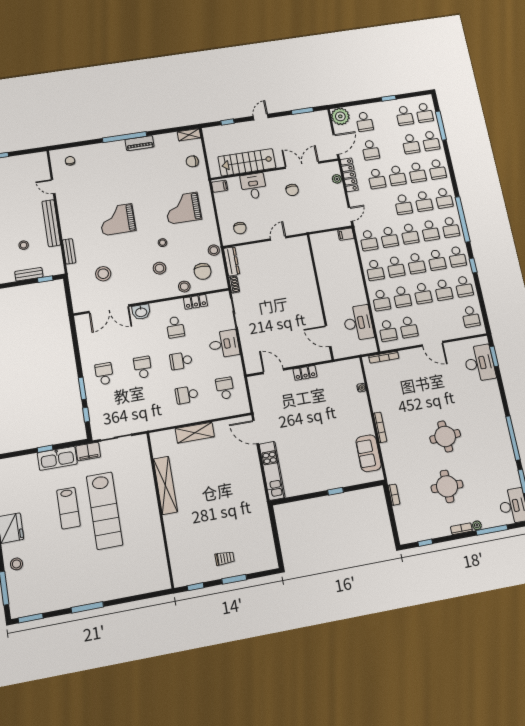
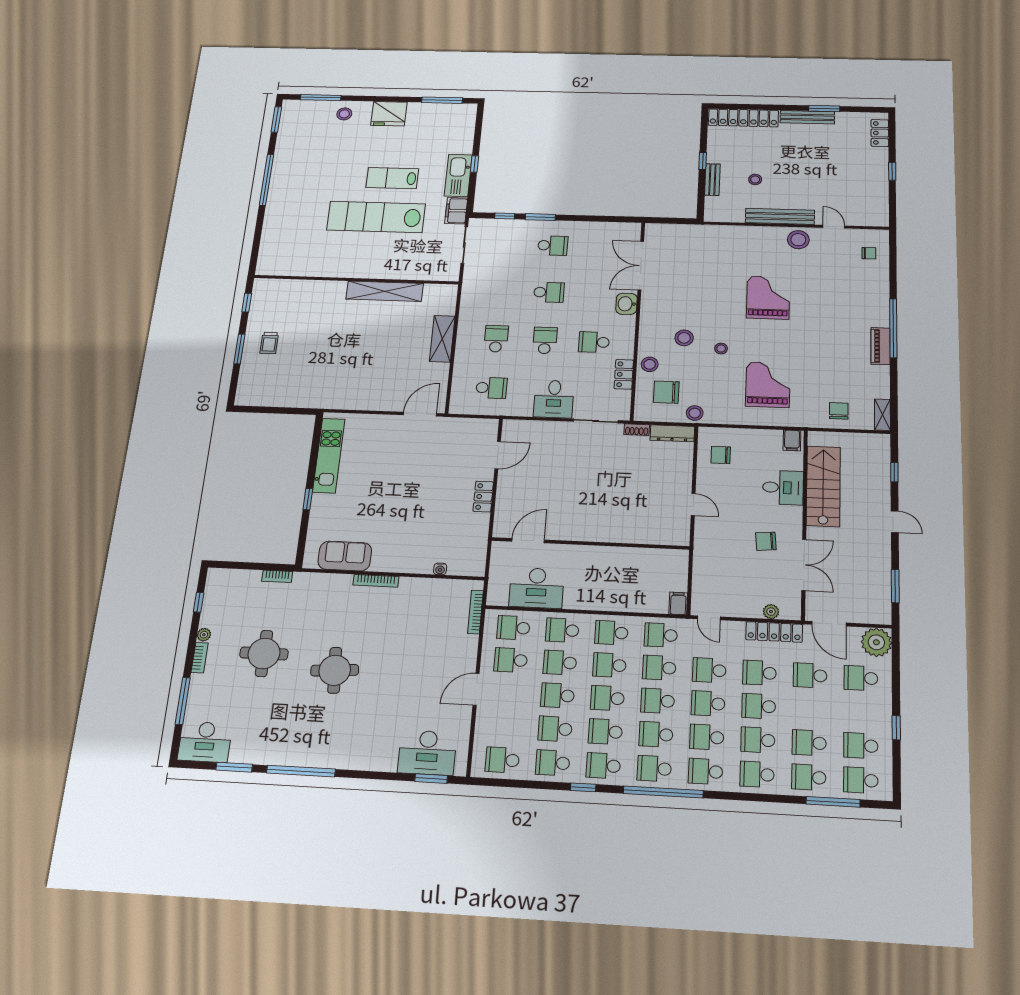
door: (53, 186) -> (834, 227), hinge flipped
school desk: (383, 208) -> (709, 670), added
bench: (69, 251) -> (734, 231), removed
stool: (103, 274) -> (798, 240), moved
window: (45, 279) -> (703, 161), moved
kitchen unit: (272, 471) -> (329, 455), moved, turned -90
plant: (477, 525) -> (204, 635), moved
window: (87, 607) -> (267, 180), width x1.46

